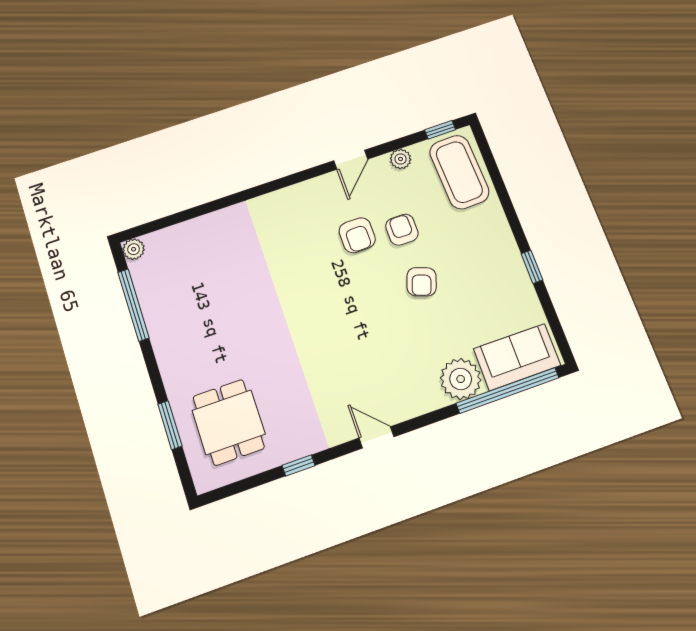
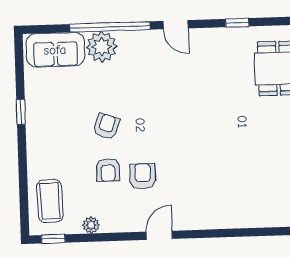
door: (351, 160) -> (159, 235), moved
coffee table: (459, 172) -> (50, 201), width x0.73, depth x0.76
window: (508, 390) -> (110, 27), moved

